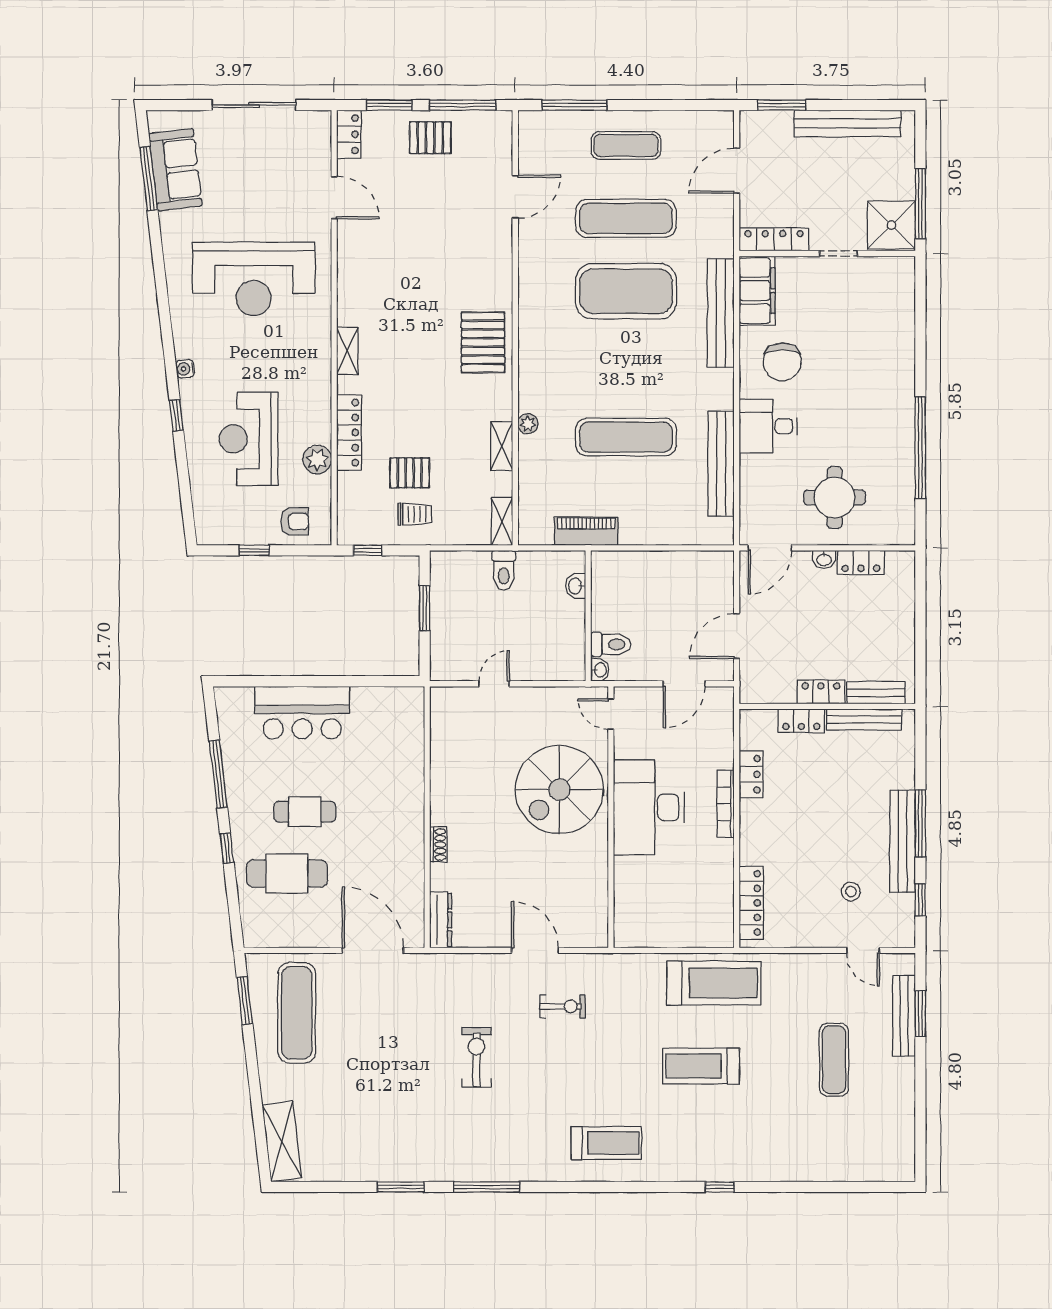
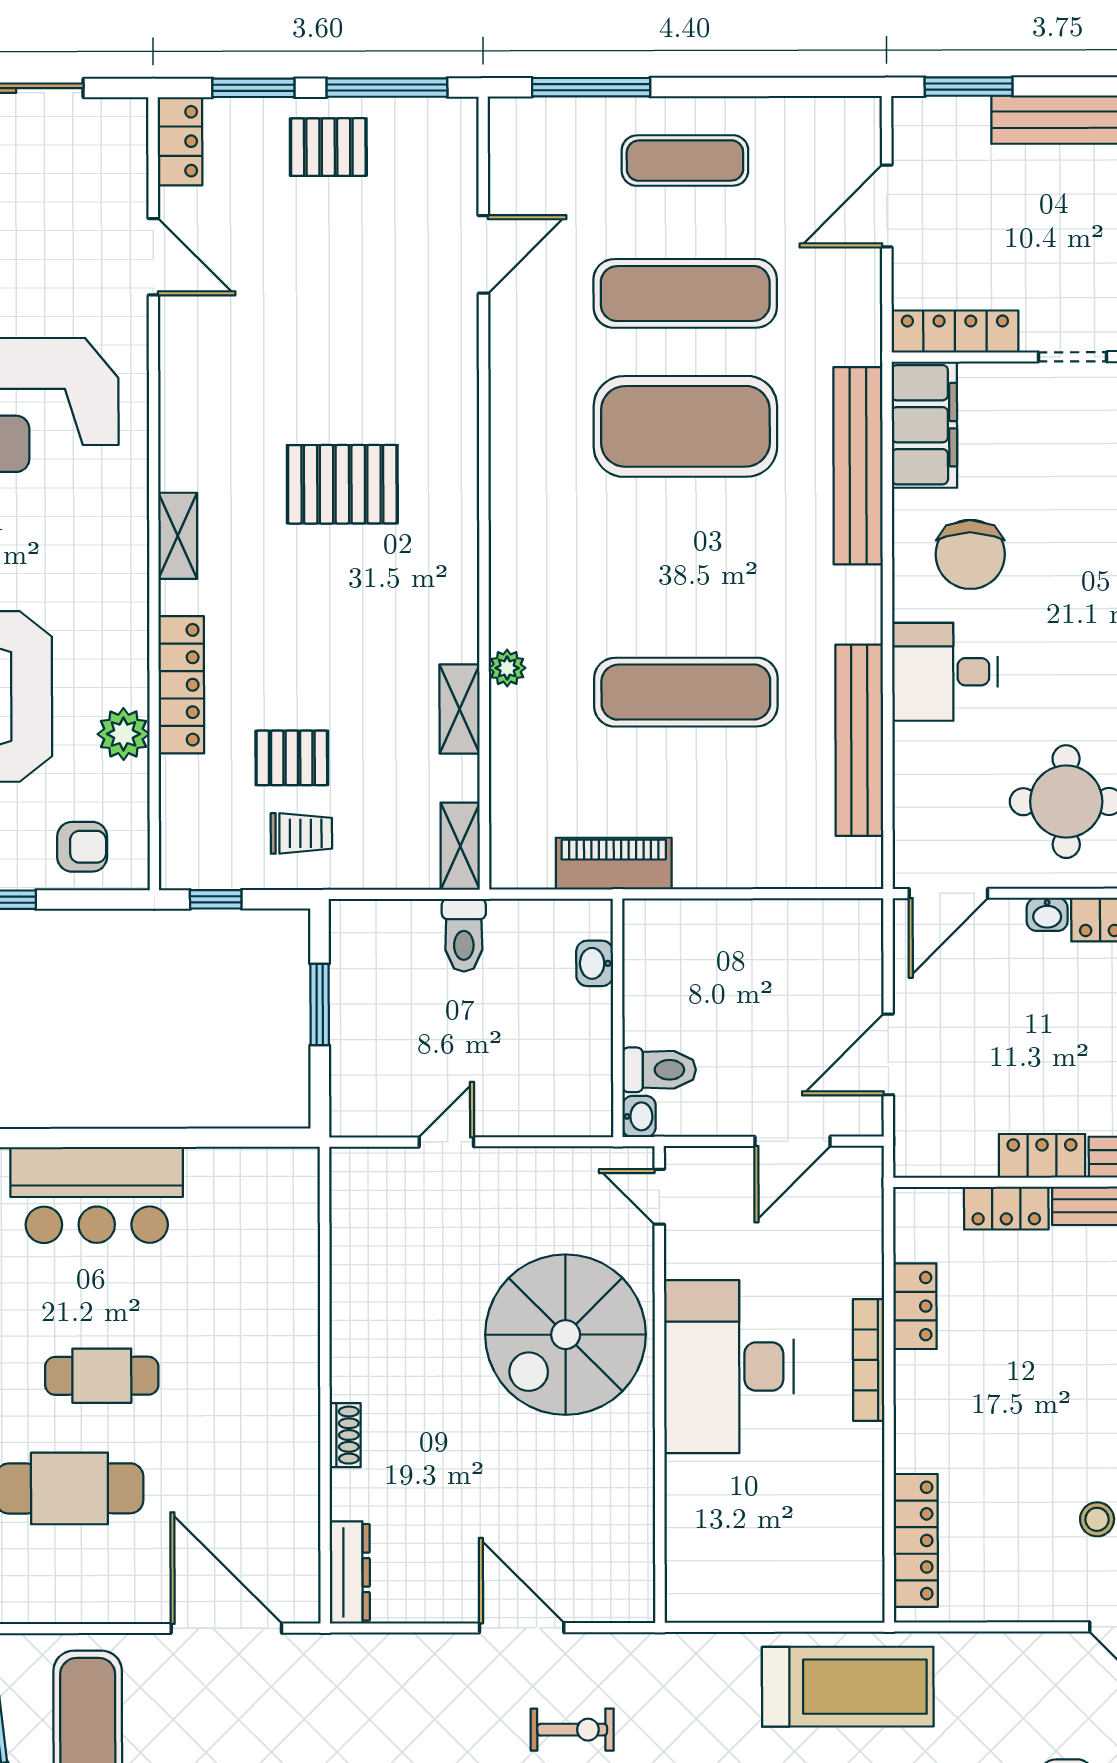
pallet: (483, 342) -> (342, 484), moved, turned 90

